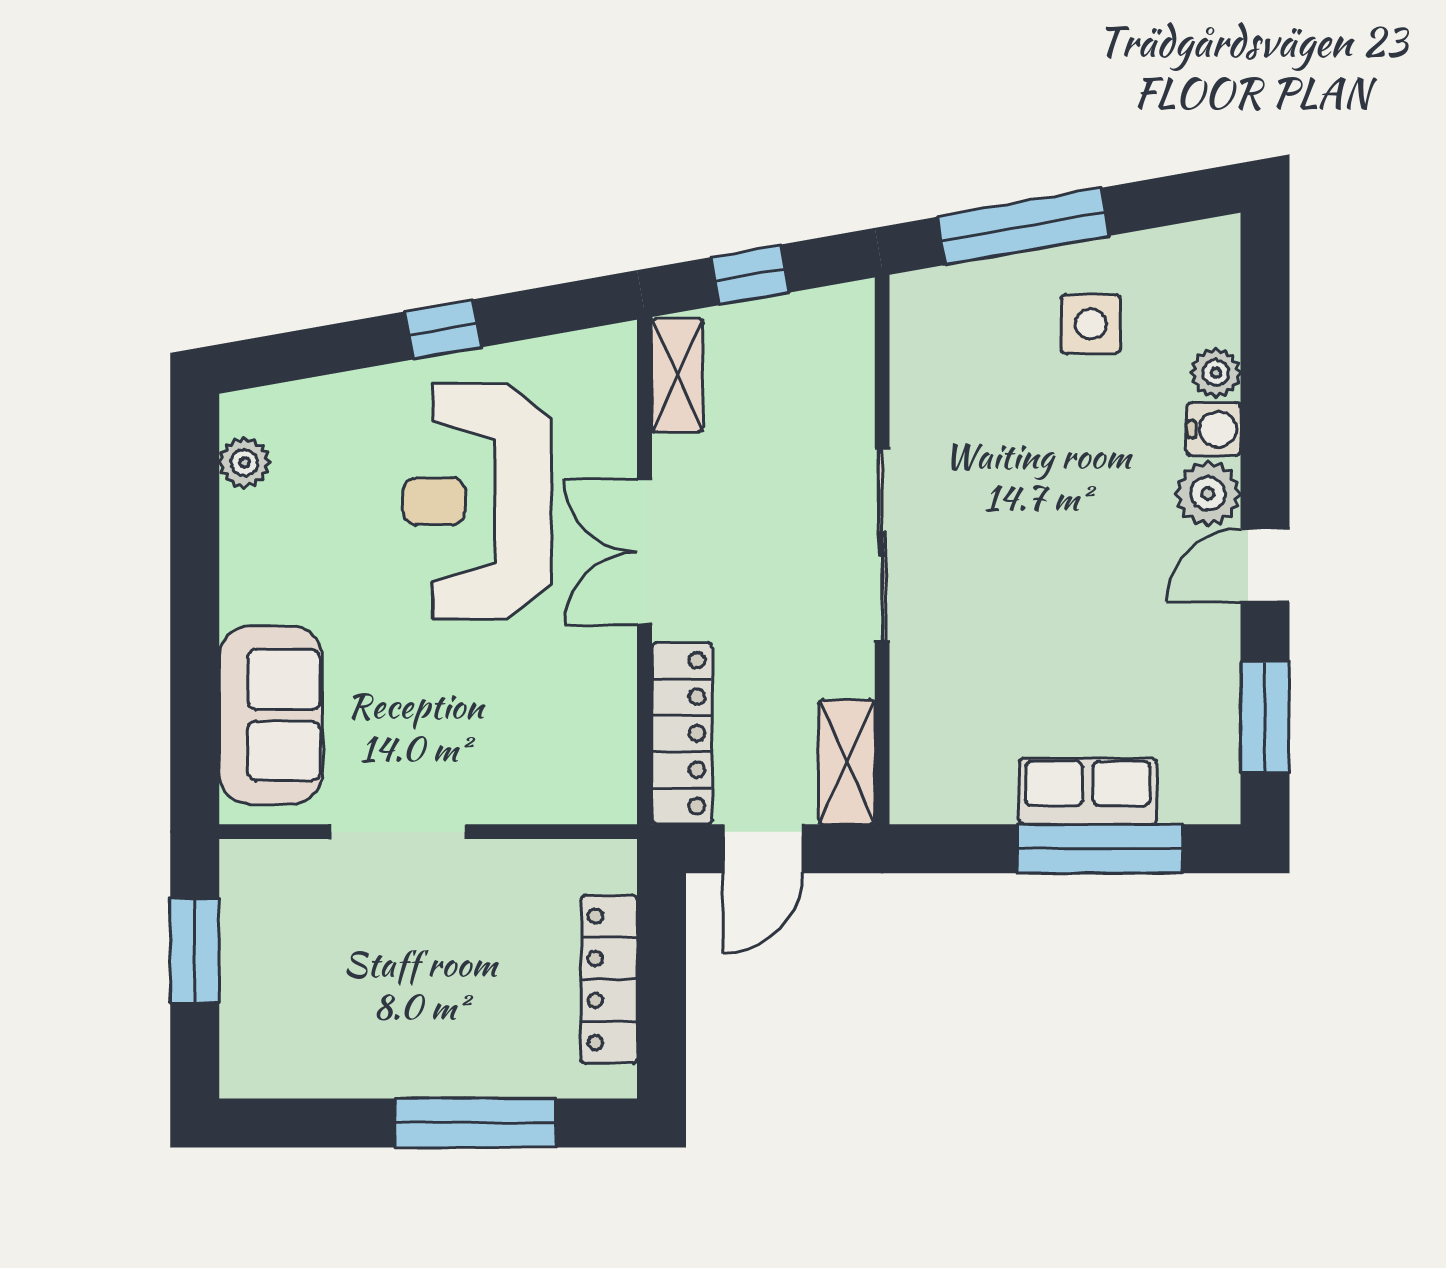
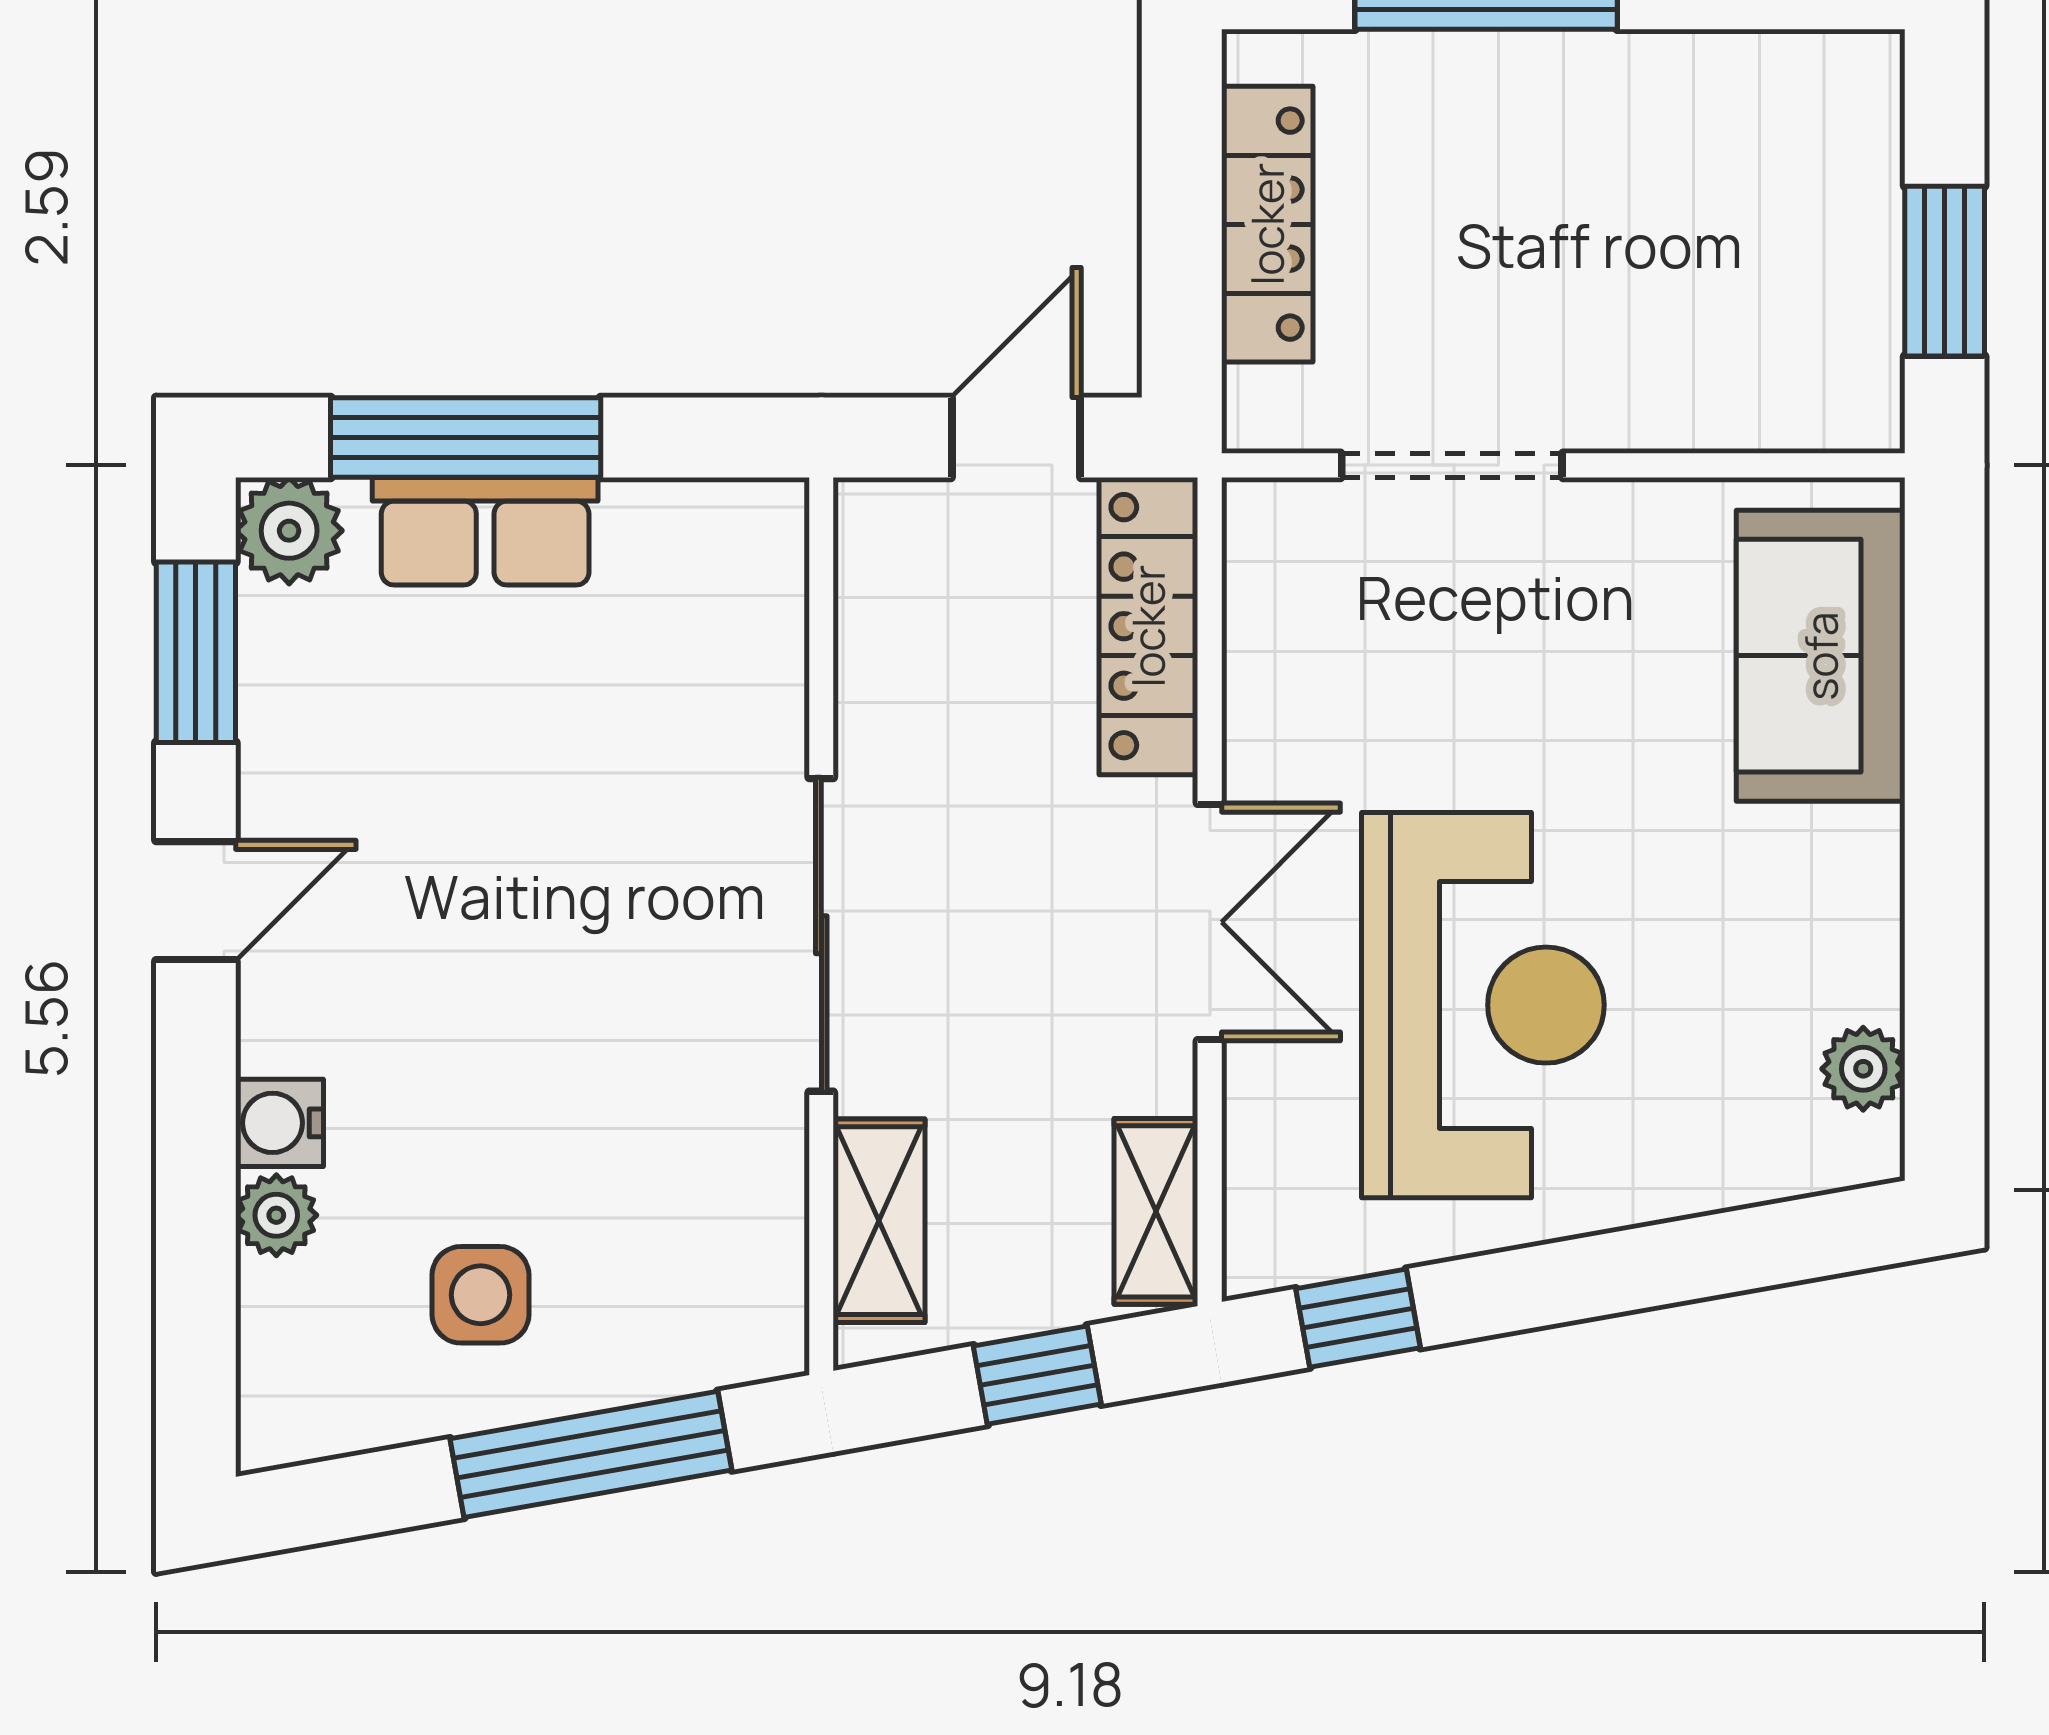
window: (443, 329) -> (1358, 1318), moved
plant: (1208, 494) -> (289, 531), moved
shelving: (847, 762) -> (879, 1221), moved
doorway: (398, 832) -> (1452, 465), moved

